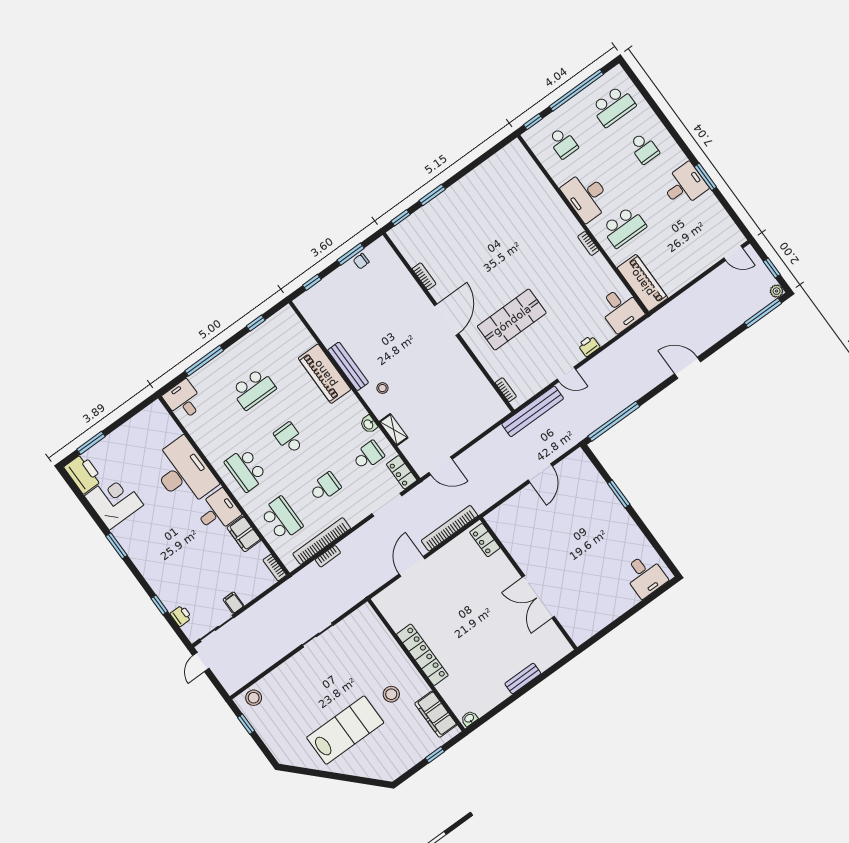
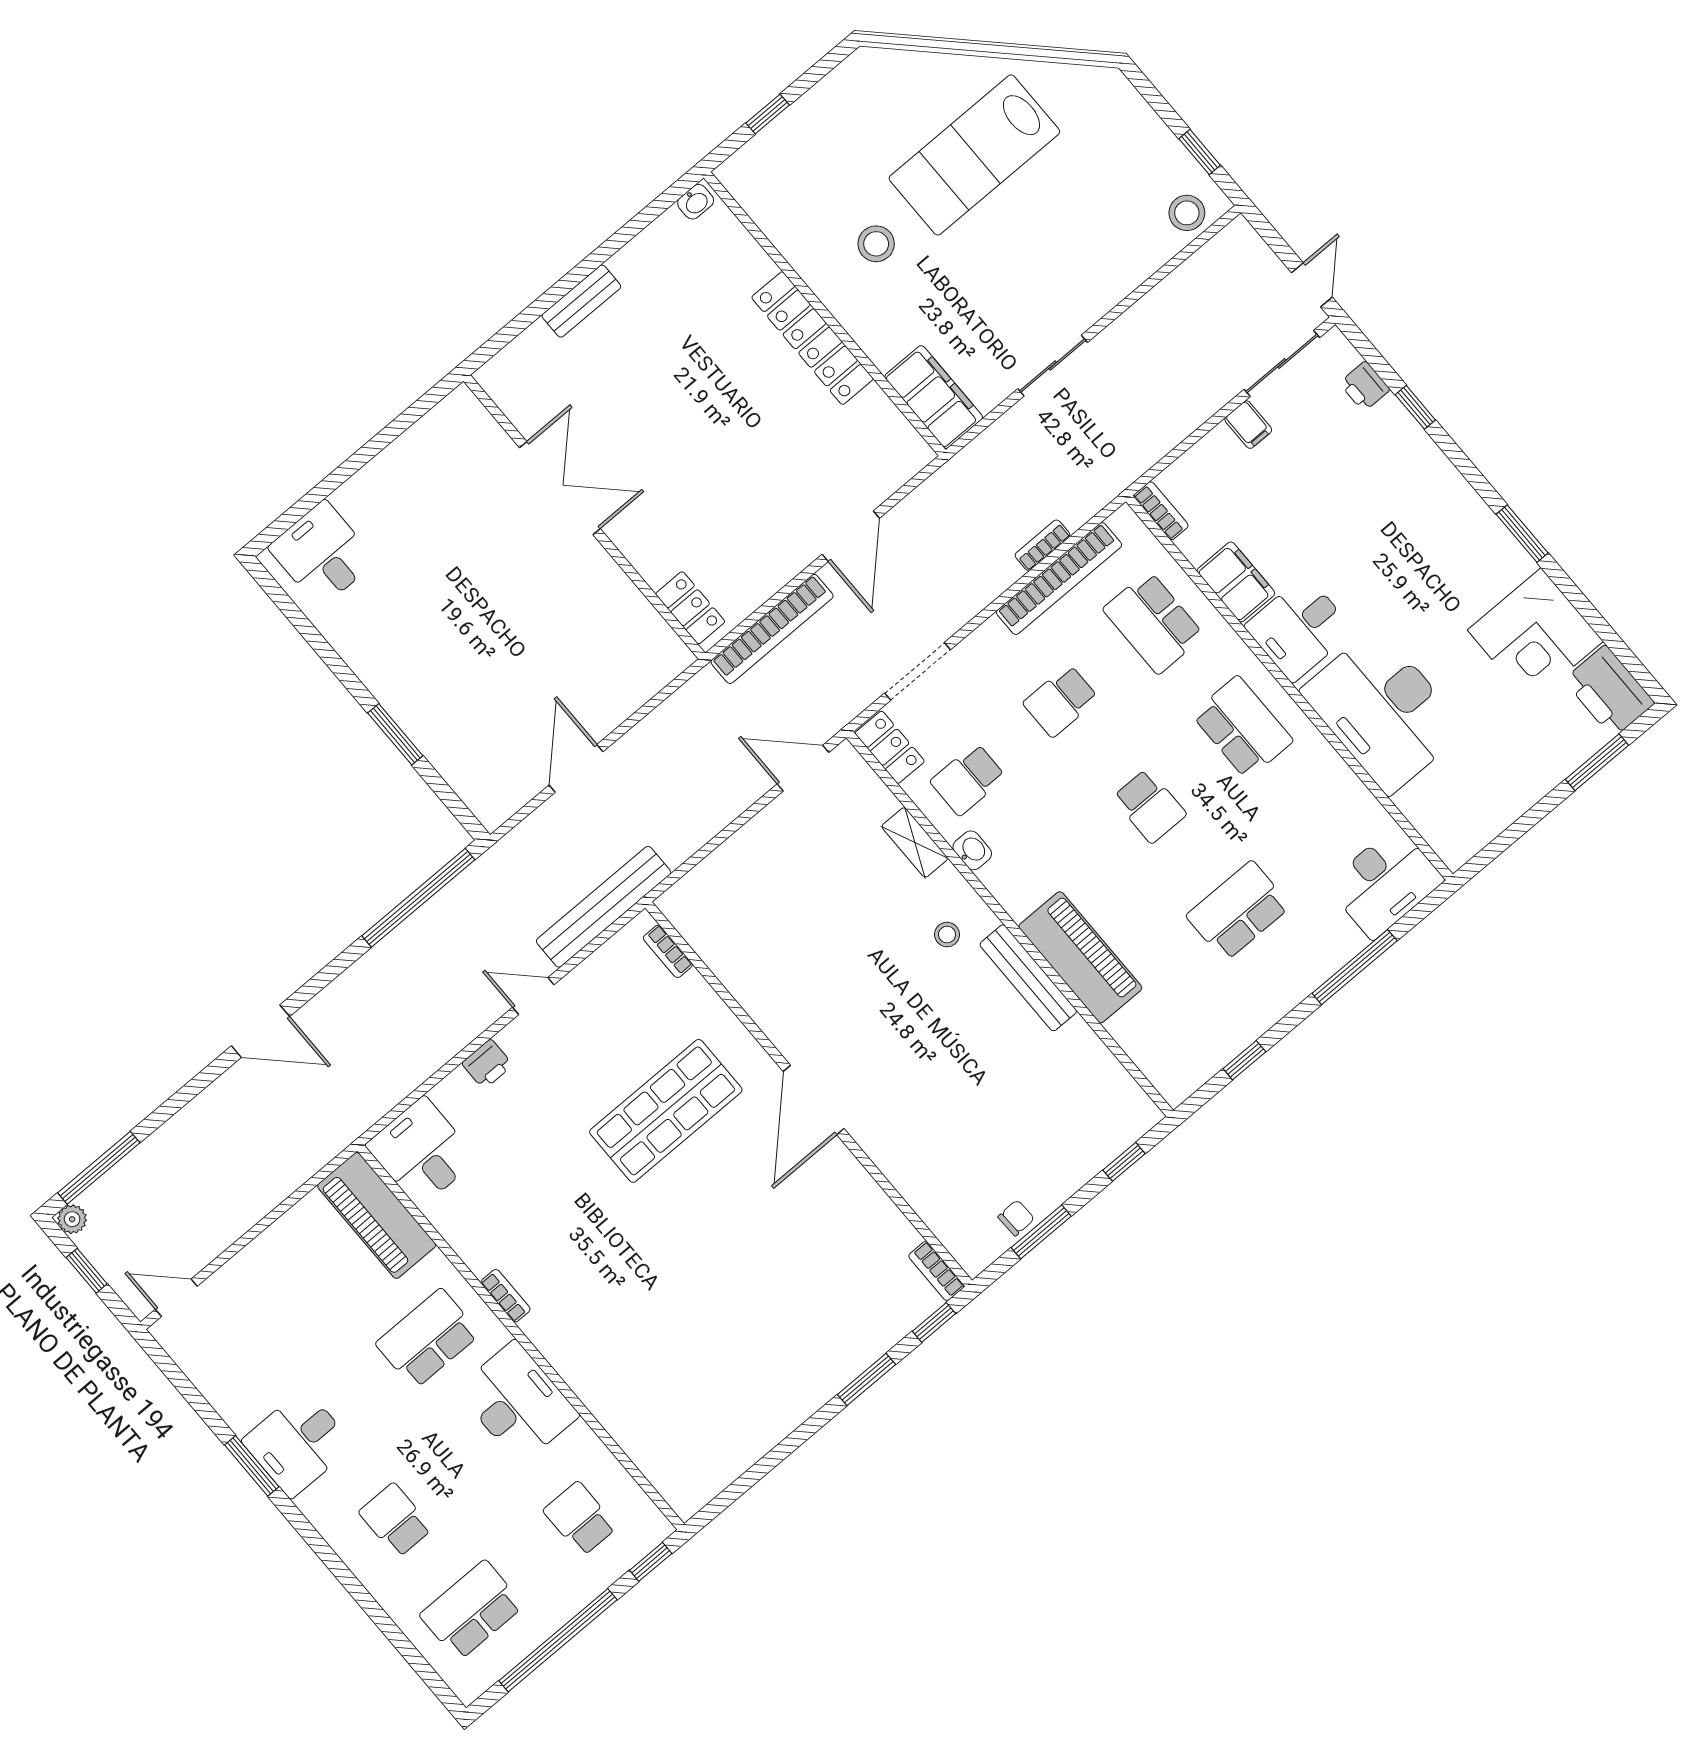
bookcase: (424, 276) -> (936, 1271), moved
desk: (183, 400) -> (1385, 882), width x1.37
filing cabinet: (436, 714) -> (934, 397), moved

